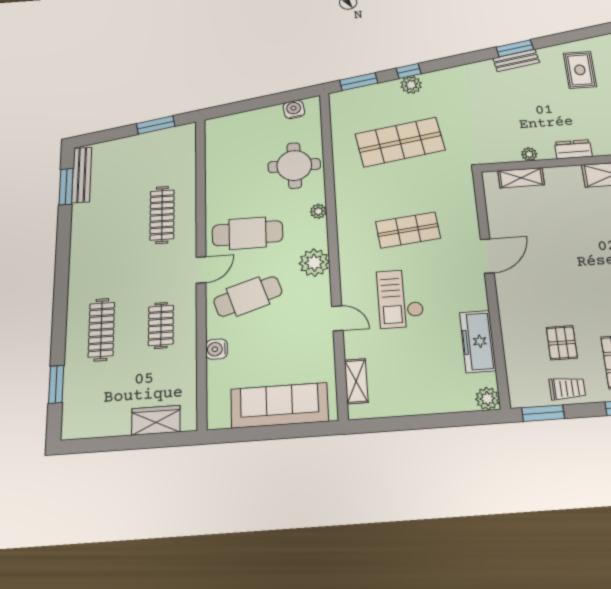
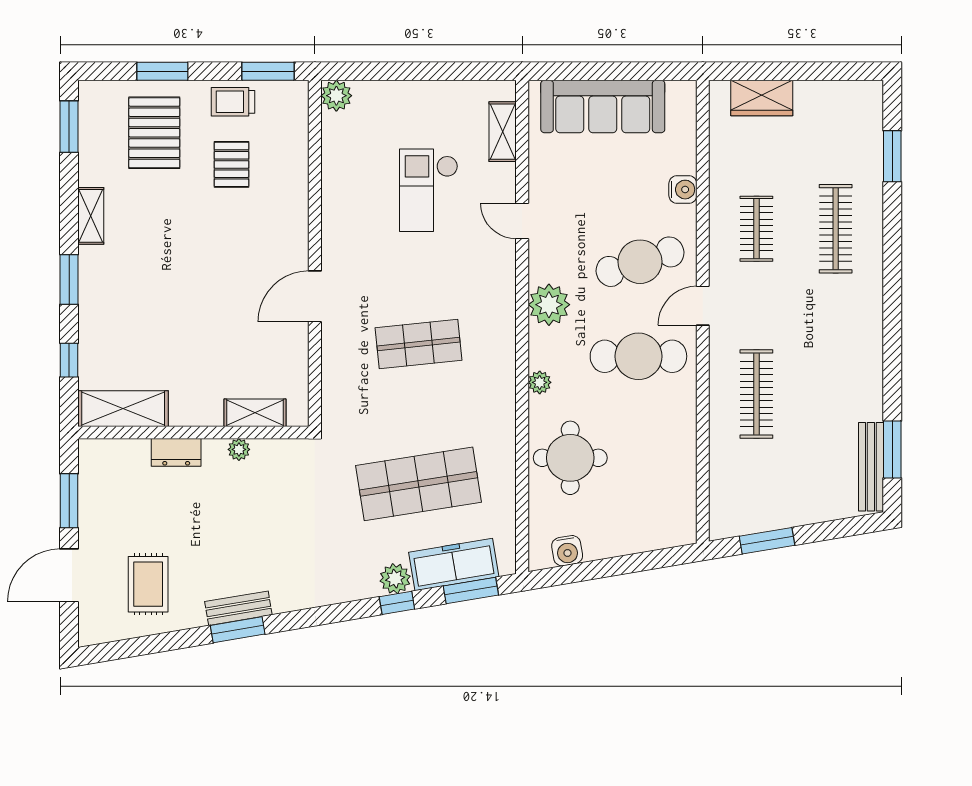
checkout: (400, 299) -> (429, 190), moved, turned 180
freezer: (478, 341) -> (454, 564), moved, turned -100

